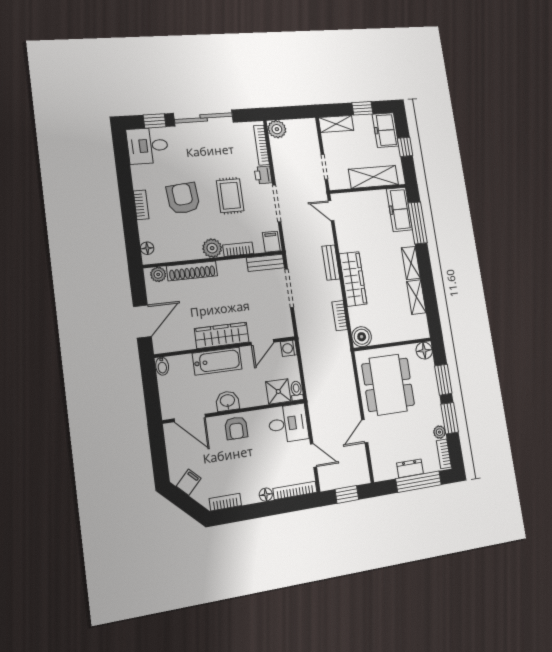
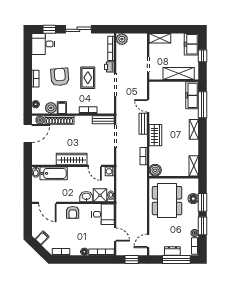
window: (362, 108) -> (179, 29), removed
sliding door: (204, 118) -> (78, 29), width x0.73
door: (331, 211) -> (148, 106), moved
filing cabinet: (271, 242) -> (62, 108), moved
plant: (212, 248) -> (51, 108), moved
wardrobe: (353, 279) -> (155, 135), width x0.67
shelving: (416, 297) -> (194, 166), moved
door: (142, 321) -> (28, 134), moved
door: (262, 342) -> (95, 166), hinge flipped
floor lamp: (424, 351) -> (193, 199), moved
bathtub: (217, 361) -> (54, 173), moved
washbasin: (227, 401) -> (86, 197), moved
door: (365, 431) -> (148, 241), moved

